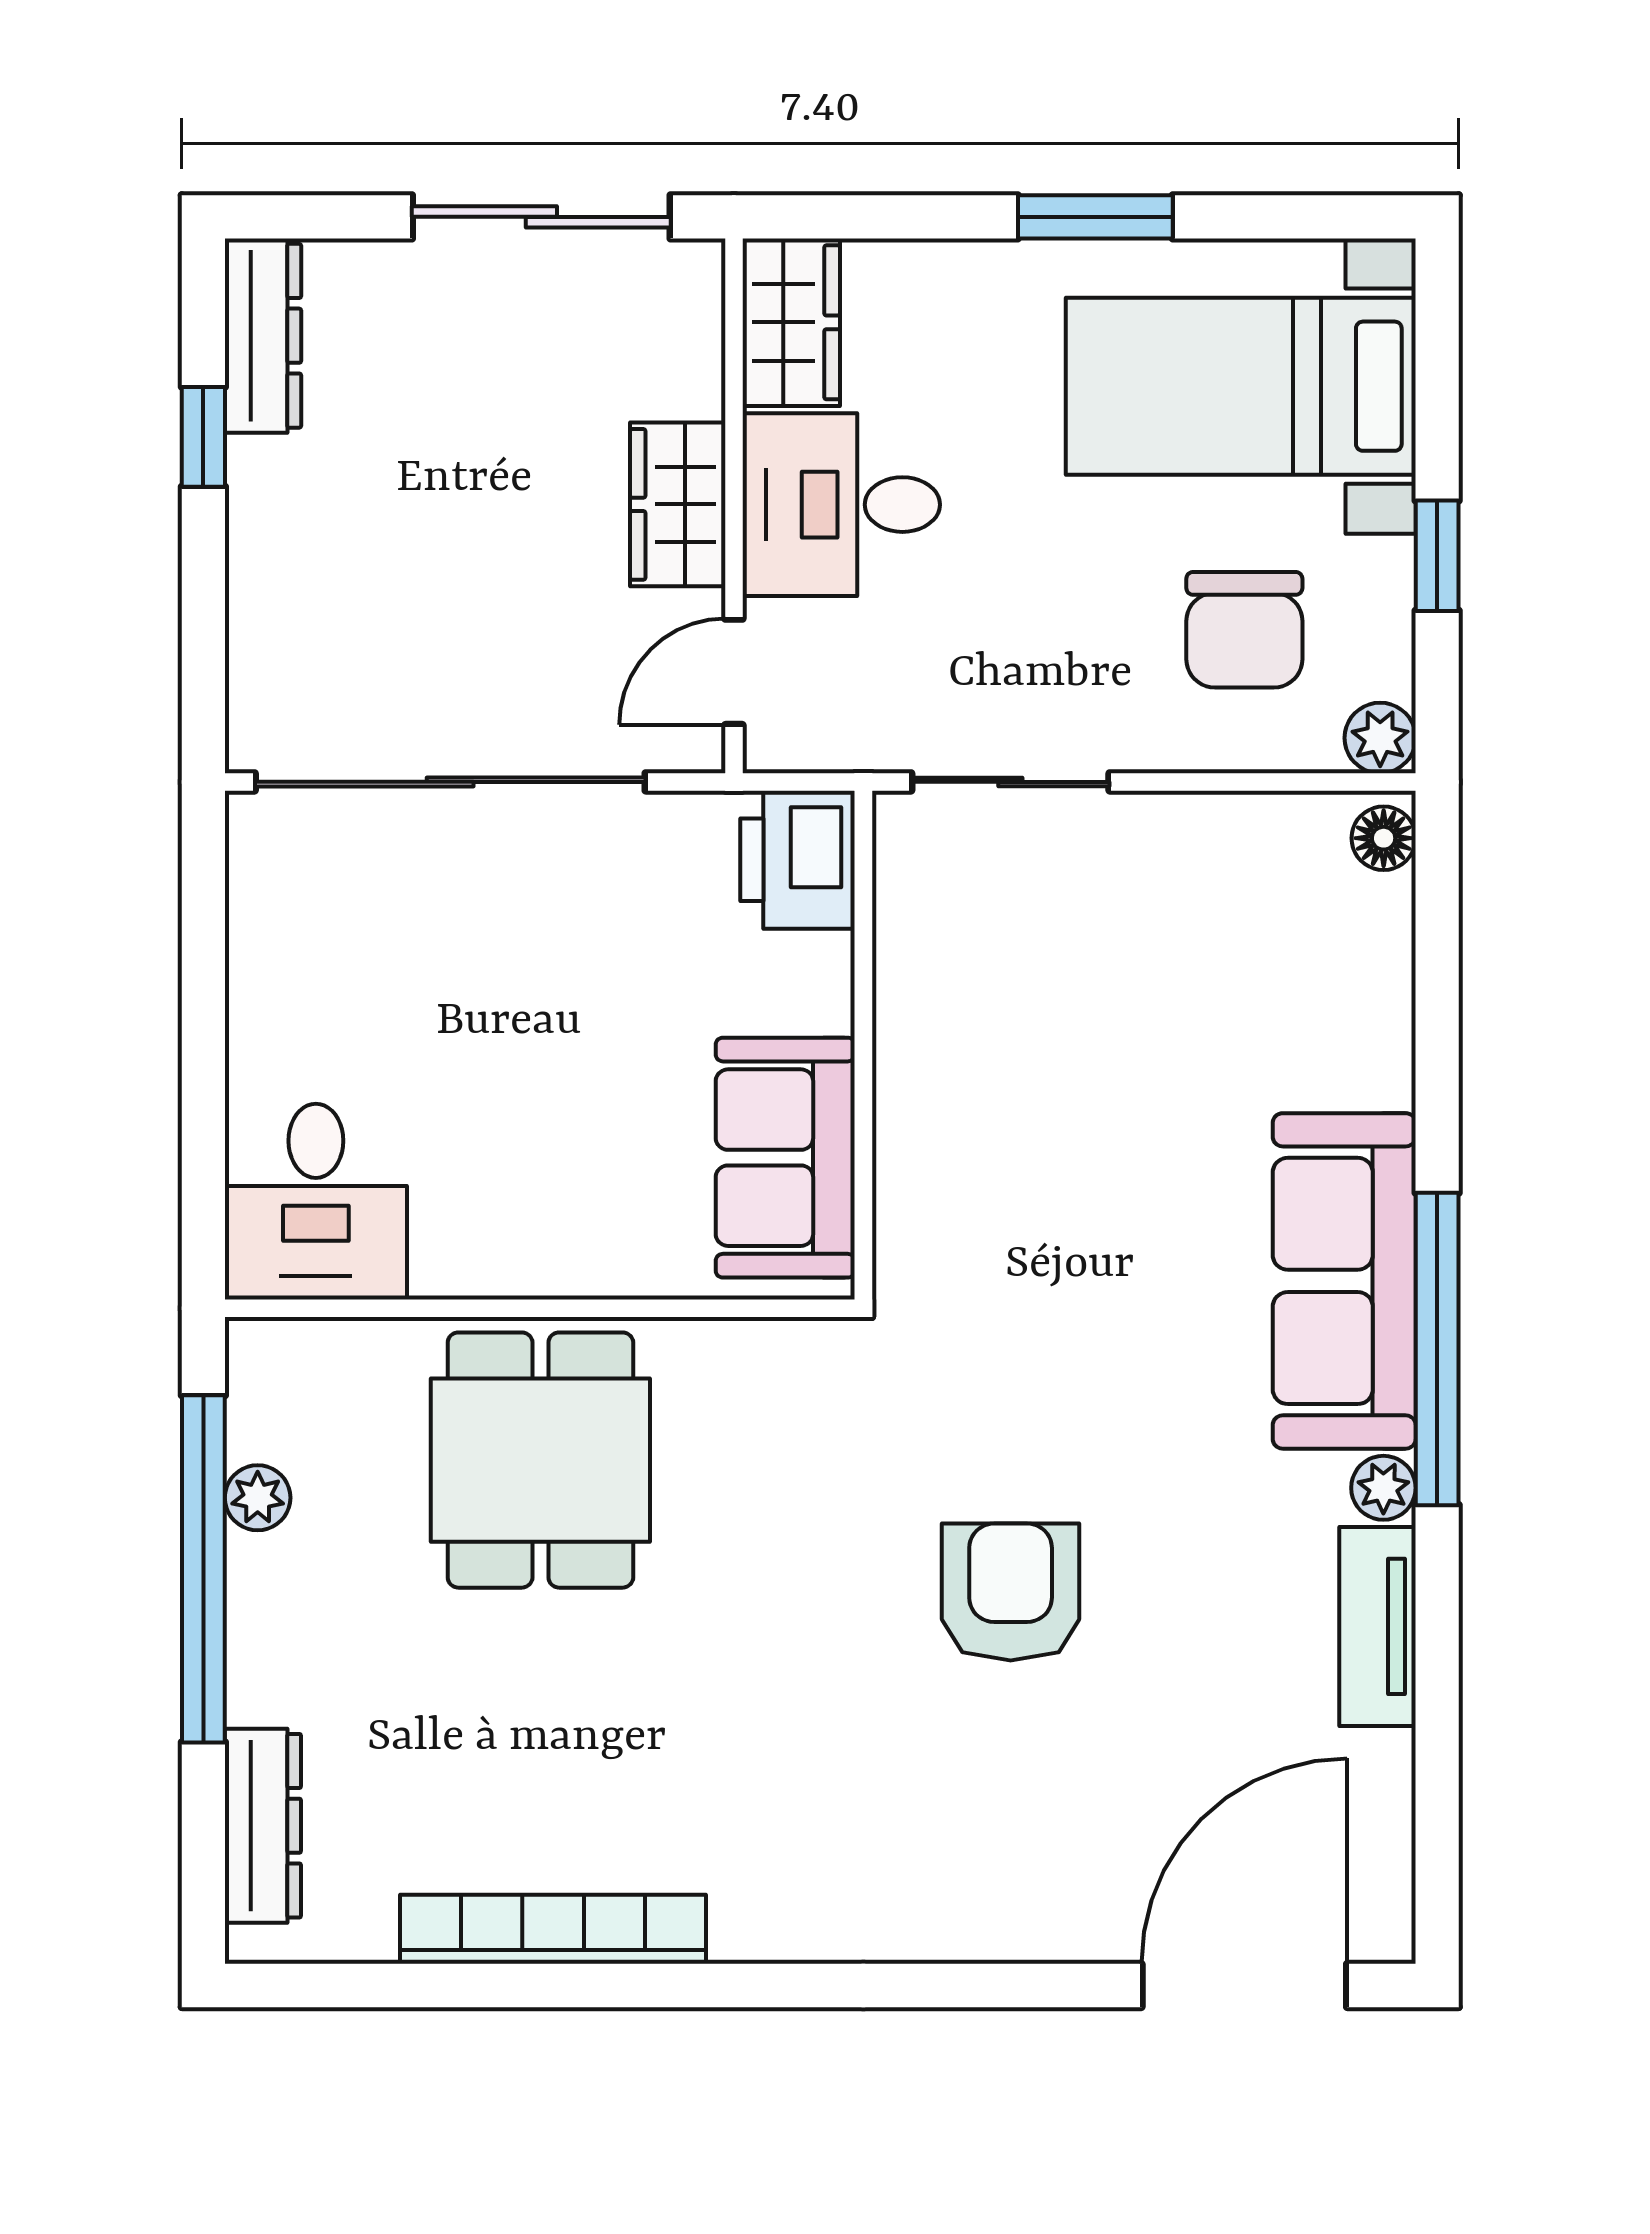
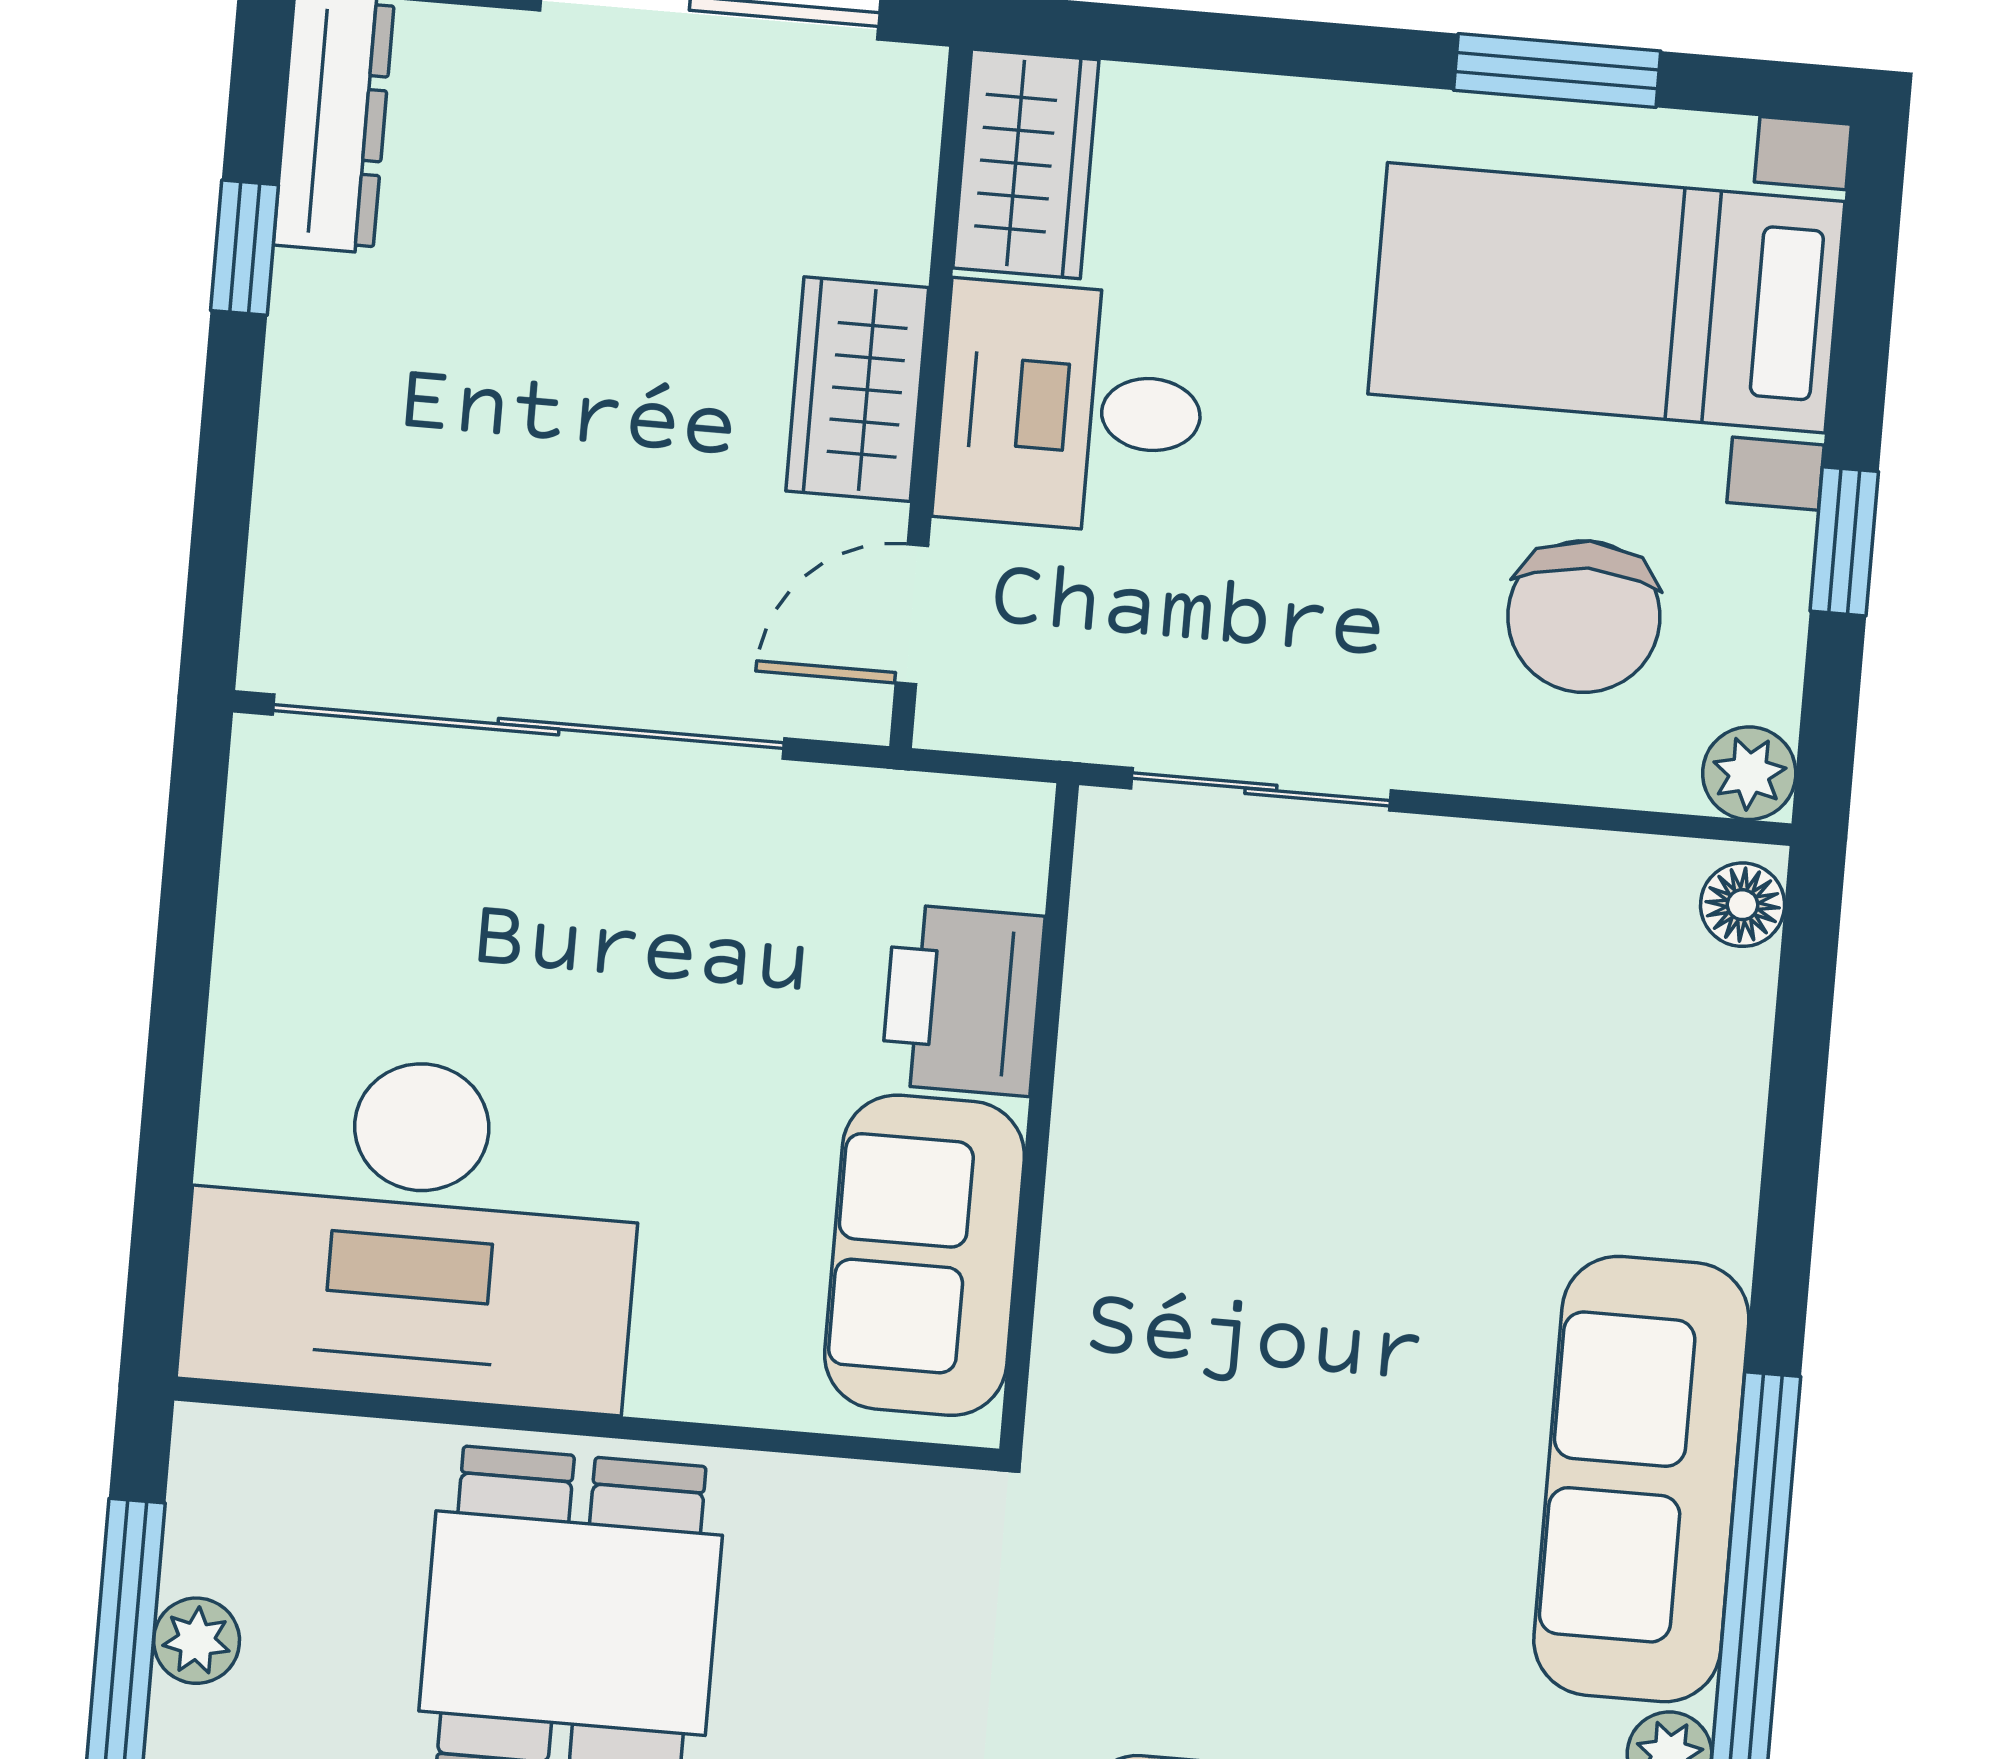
window: (1095, 217) -> (1557, 71), moved
printer: (798, 860) -> (963, 1000), moved
desk: (316, 1202) -> (413, 1231), width x1.87, depth x1.30

